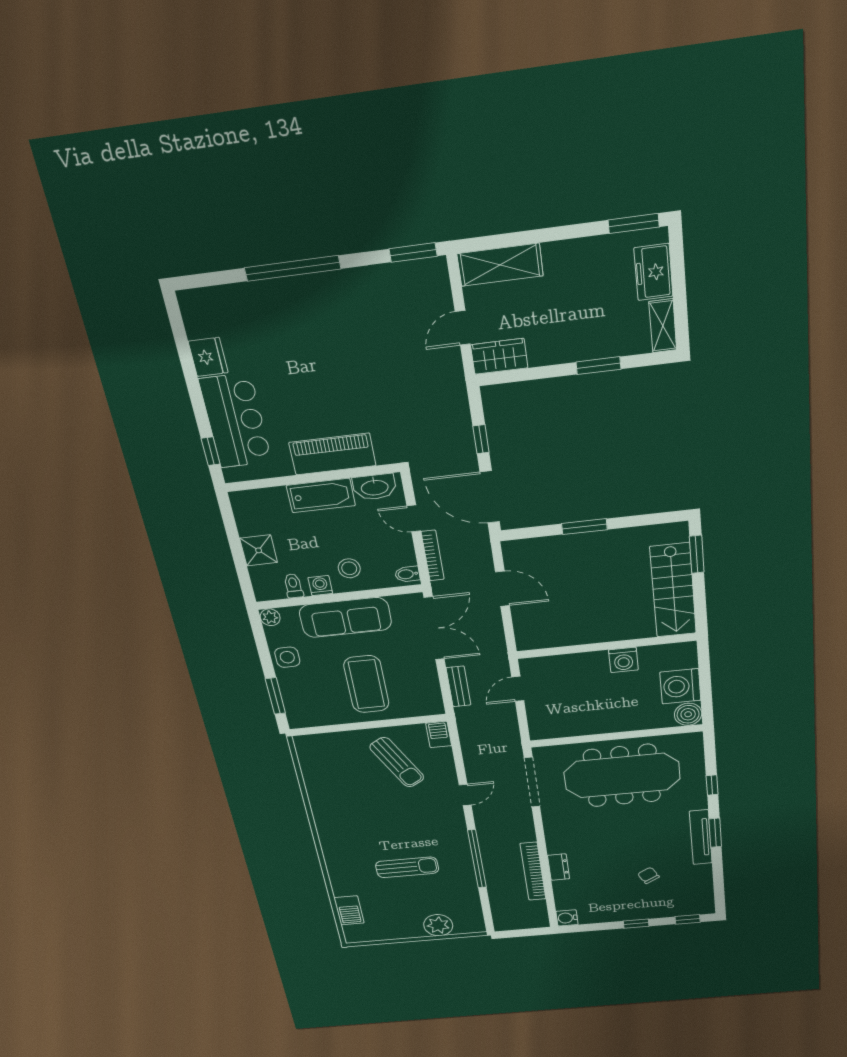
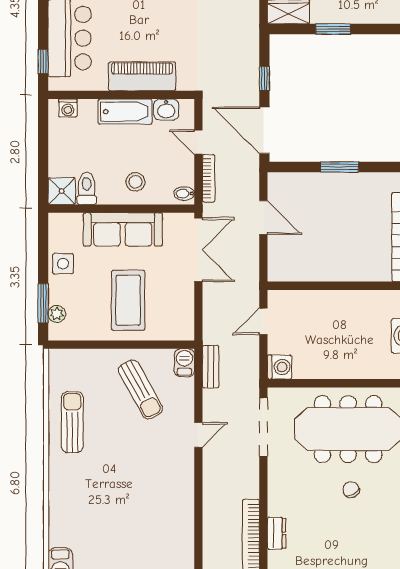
window: (598, 366) -> (333, 29), moved
washbasin: (375, 487) -> (166, 110), width x0.72
shower: (259, 550) -> (62, 191), moved
toilet: (293, 586) -> (87, 188), width x1.37, depth x1.39
washing machine: (320, 586) -> (68, 108), moved, turned 180
plant: (270, 617) -> (57, 314), moved
washing machine: (623, 660) -> (280, 367), moved, turned -90
bench: (459, 686) -> (211, 367), moved
window: (477, 859) -> (198, 514), removed
sun lounger: (407, 867) -> (72, 422), moved, turned -90
chair: (648, 875) -> (351, 490), moved

